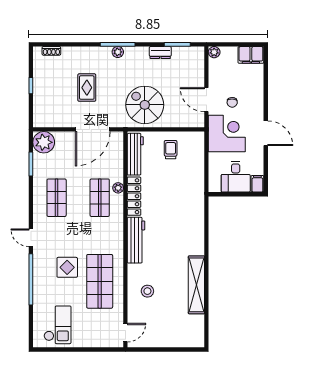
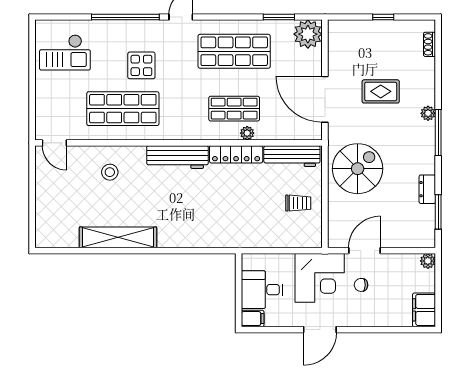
plant: (118, 52) -> (428, 113), moved
shop shelf: (57, 198) -> (234, 51), width x1.43, depth x1.36

